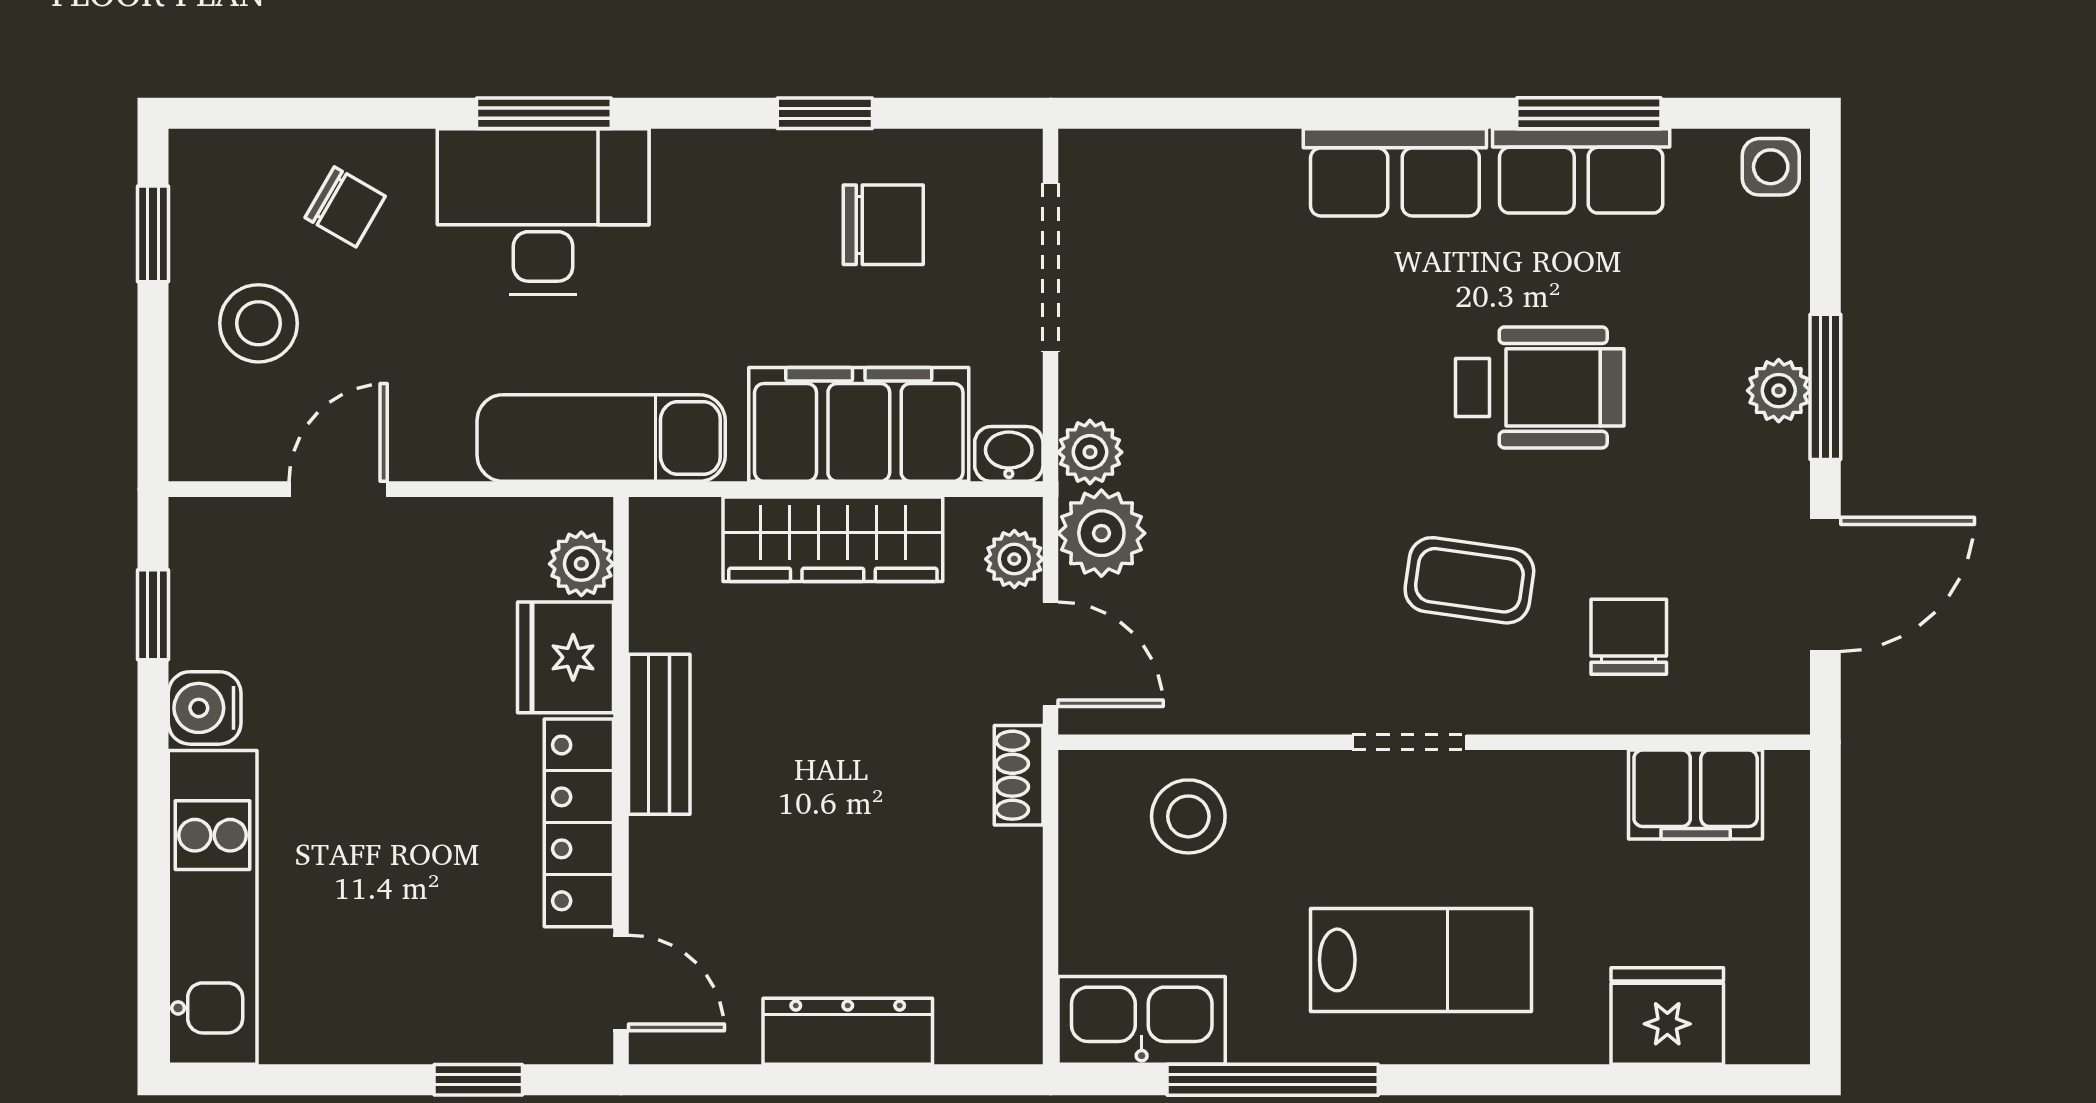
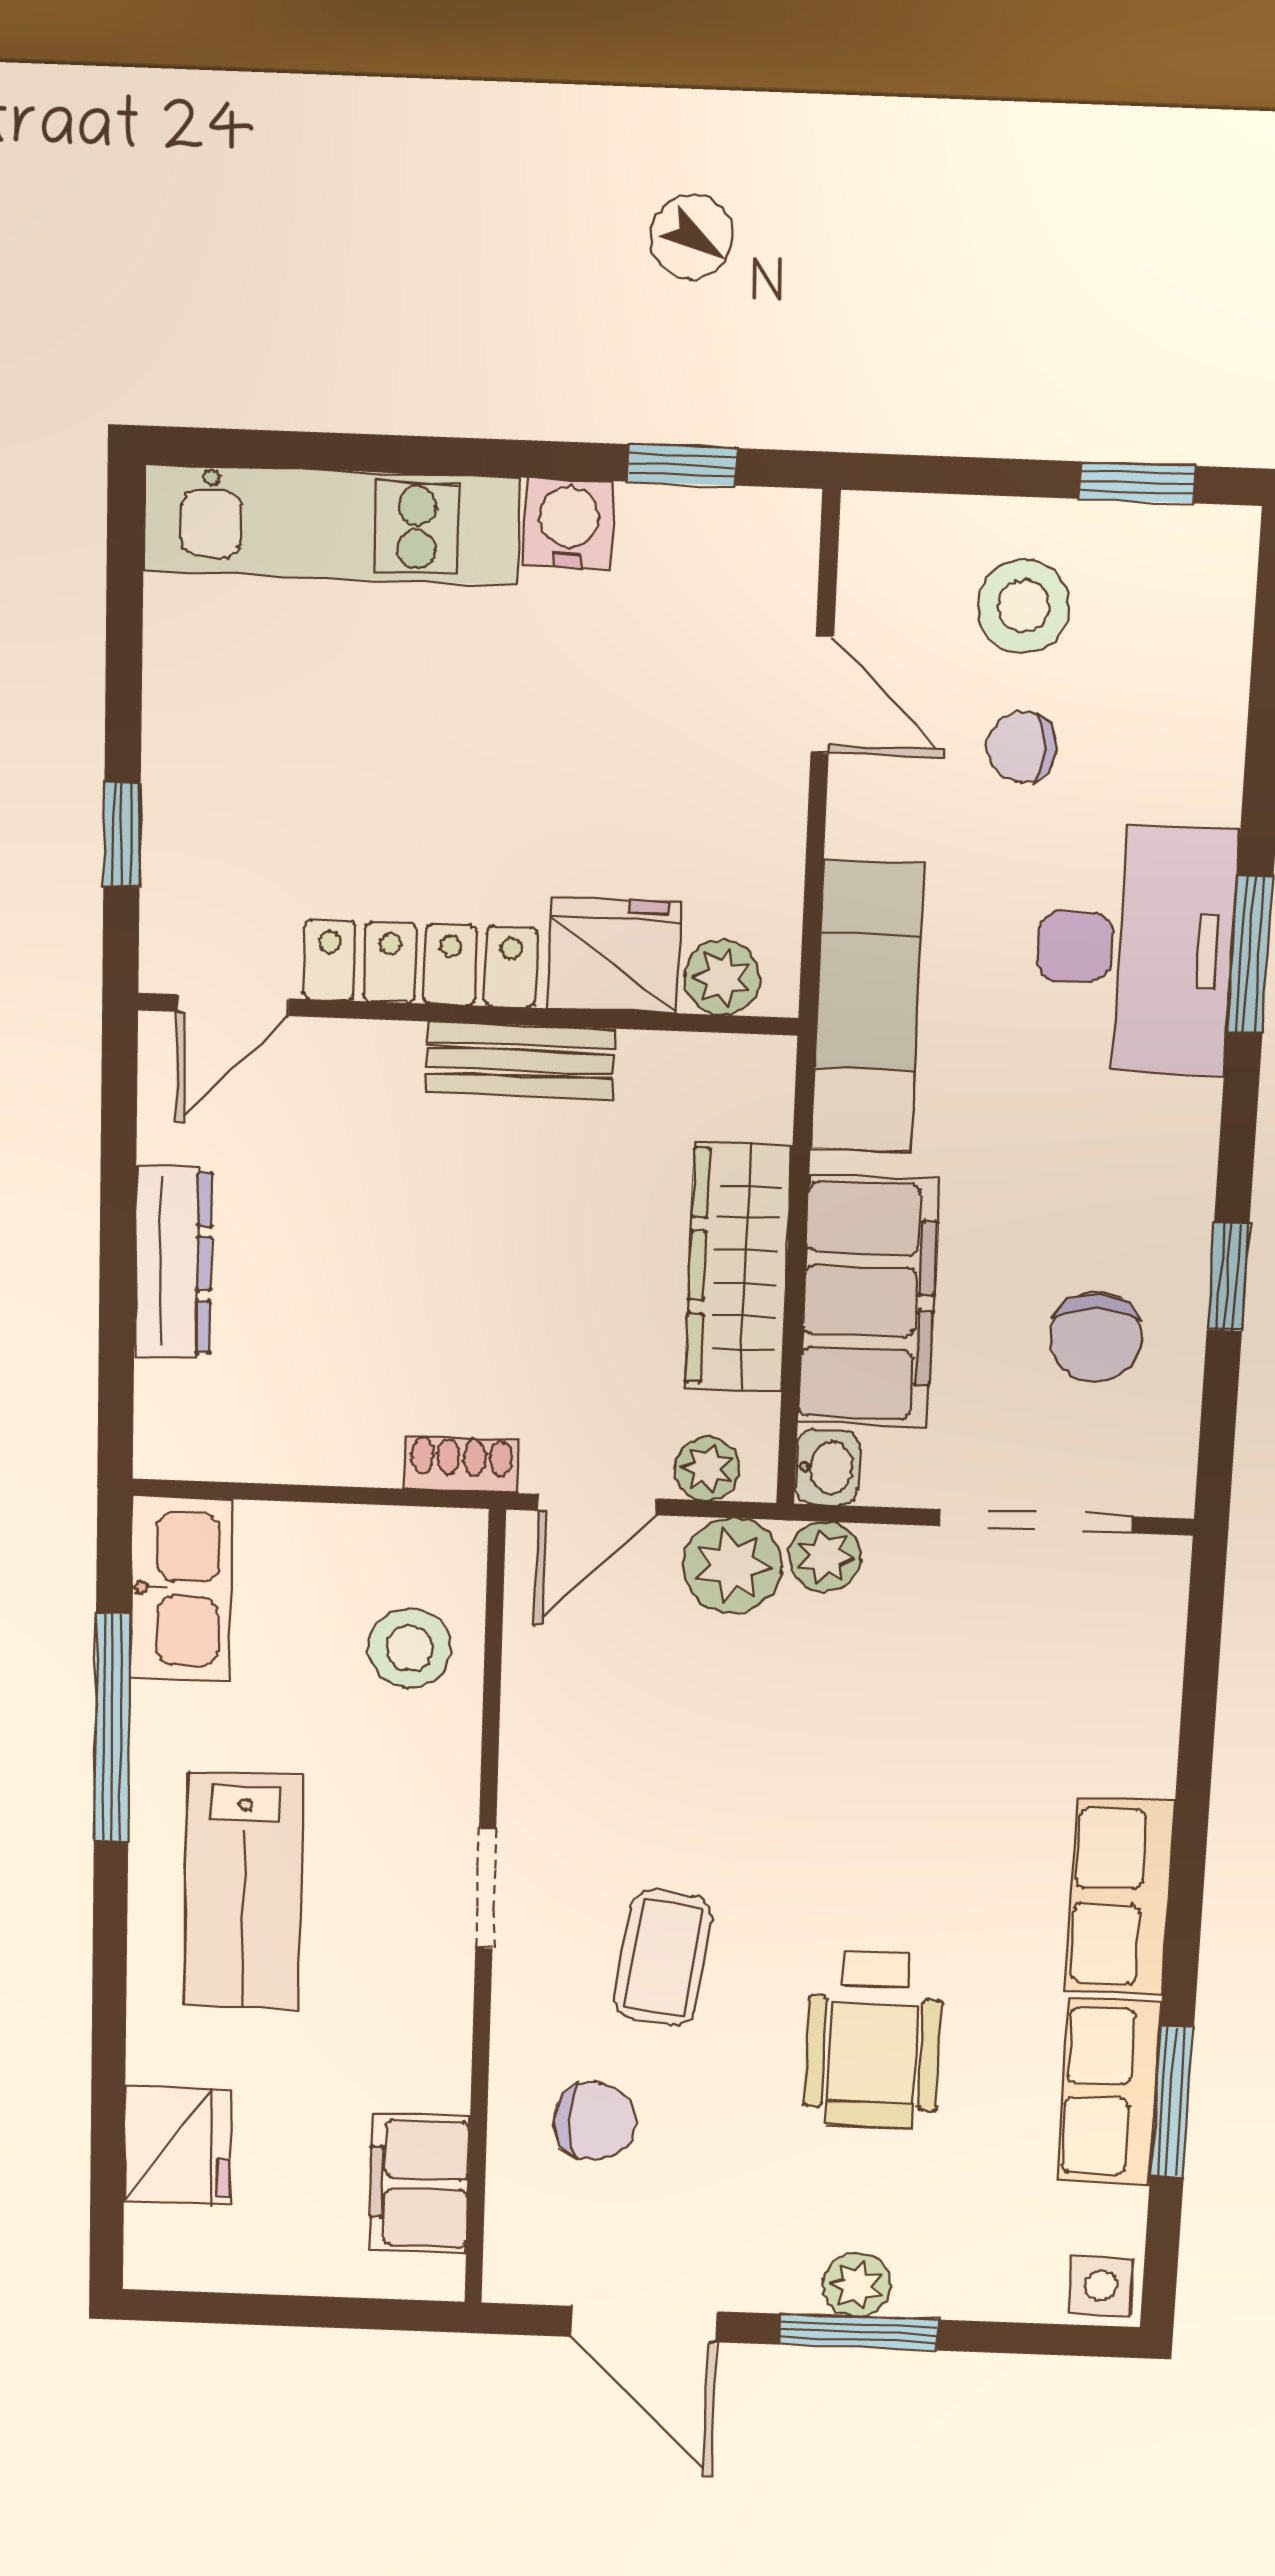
chair: (345, 207) -> (1022, 747), moved, turned 60

